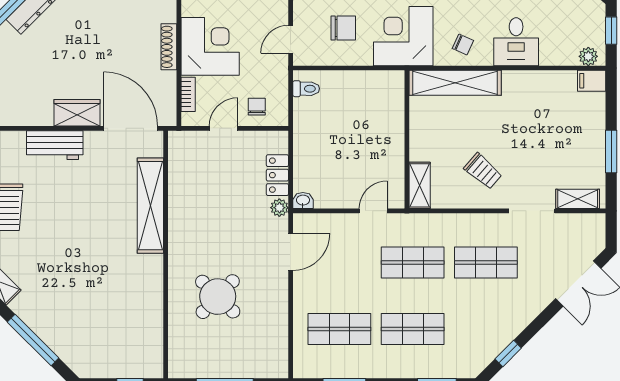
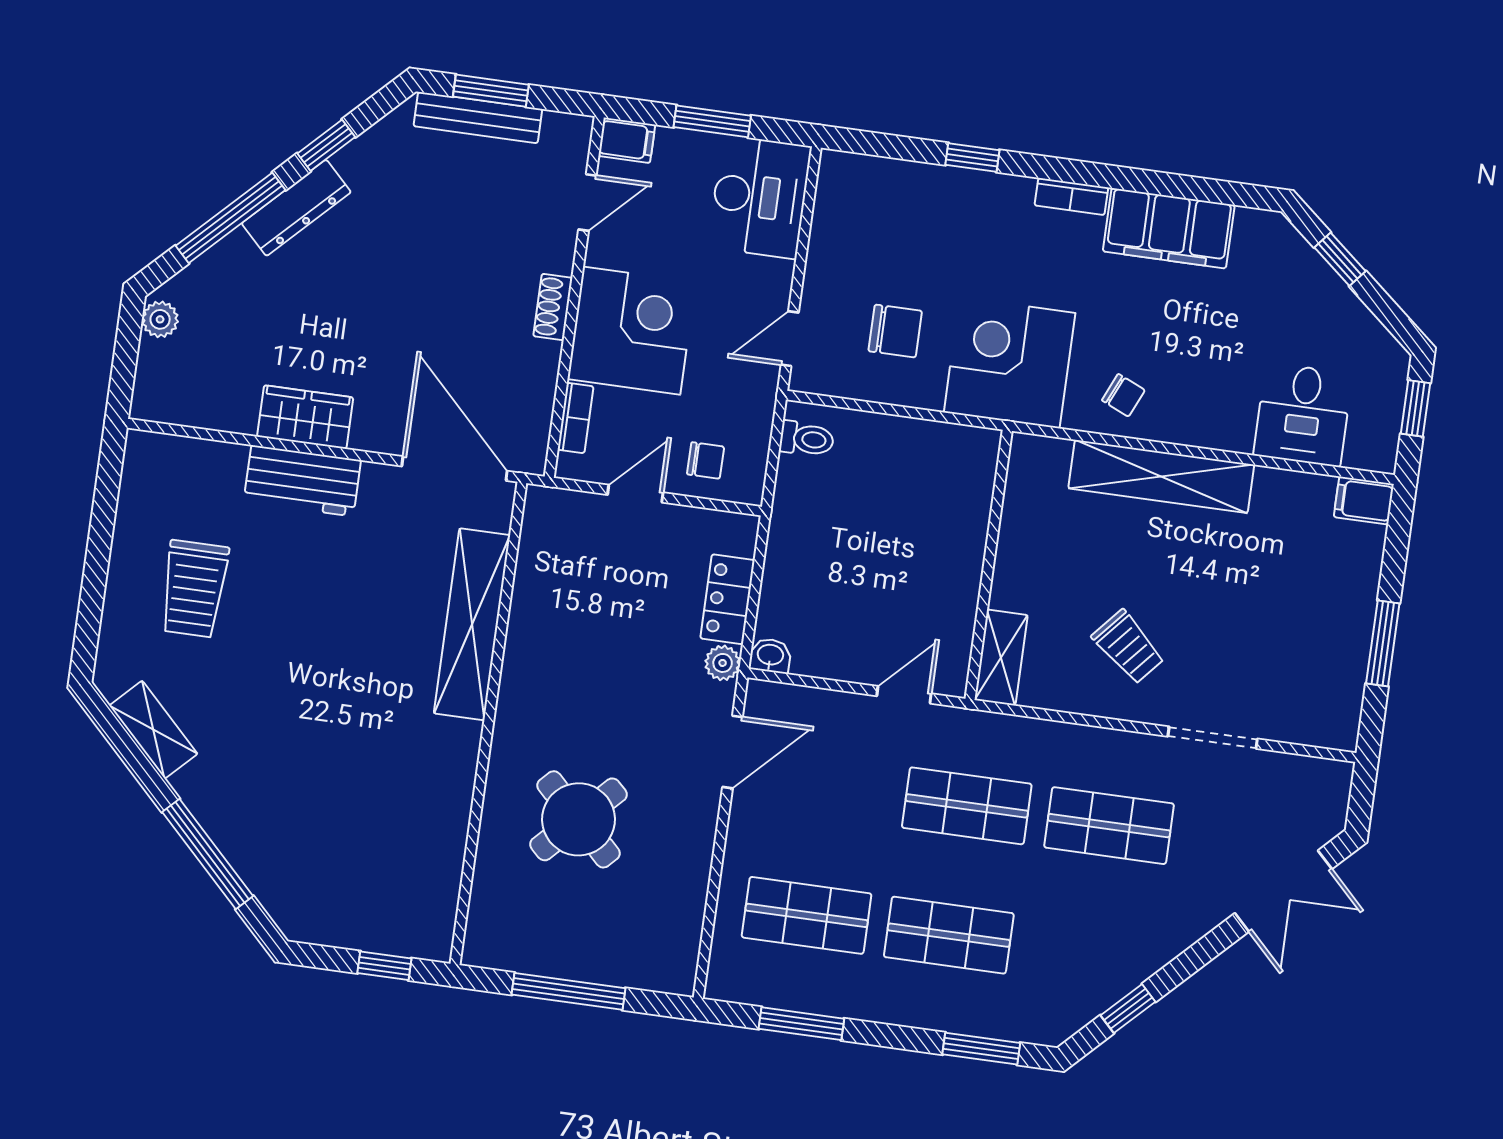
desk: (516, 42) -> (1303, 415), moved
shoe rack: (169, 47) -> (553, 307), width x0.70
plant: (588, 56) -> (1364, 452), removed
shelving: (455, 83) -> (1161, 476), moved
chair: (257, 107) -> (706, 460), turned 90
wardrobe: (77, 113) -> (305, 417), moved
shelving: (578, 199) -> (1305, 727), removed

